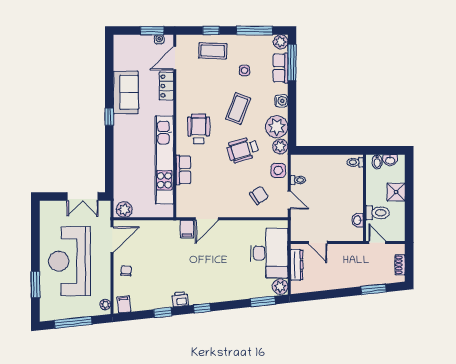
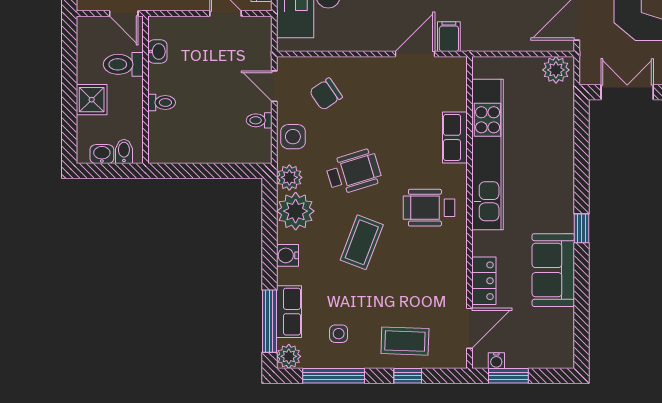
side table: (244, 70) -> (339, 334), moved
wheelchair: (199, 129) -> (429, 208), turned 90
toilet: (355, 162) -> (162, 103), moved

